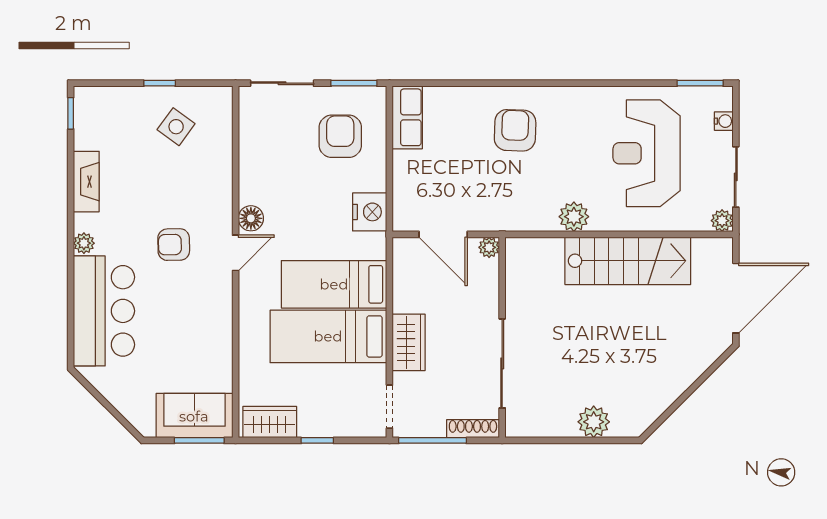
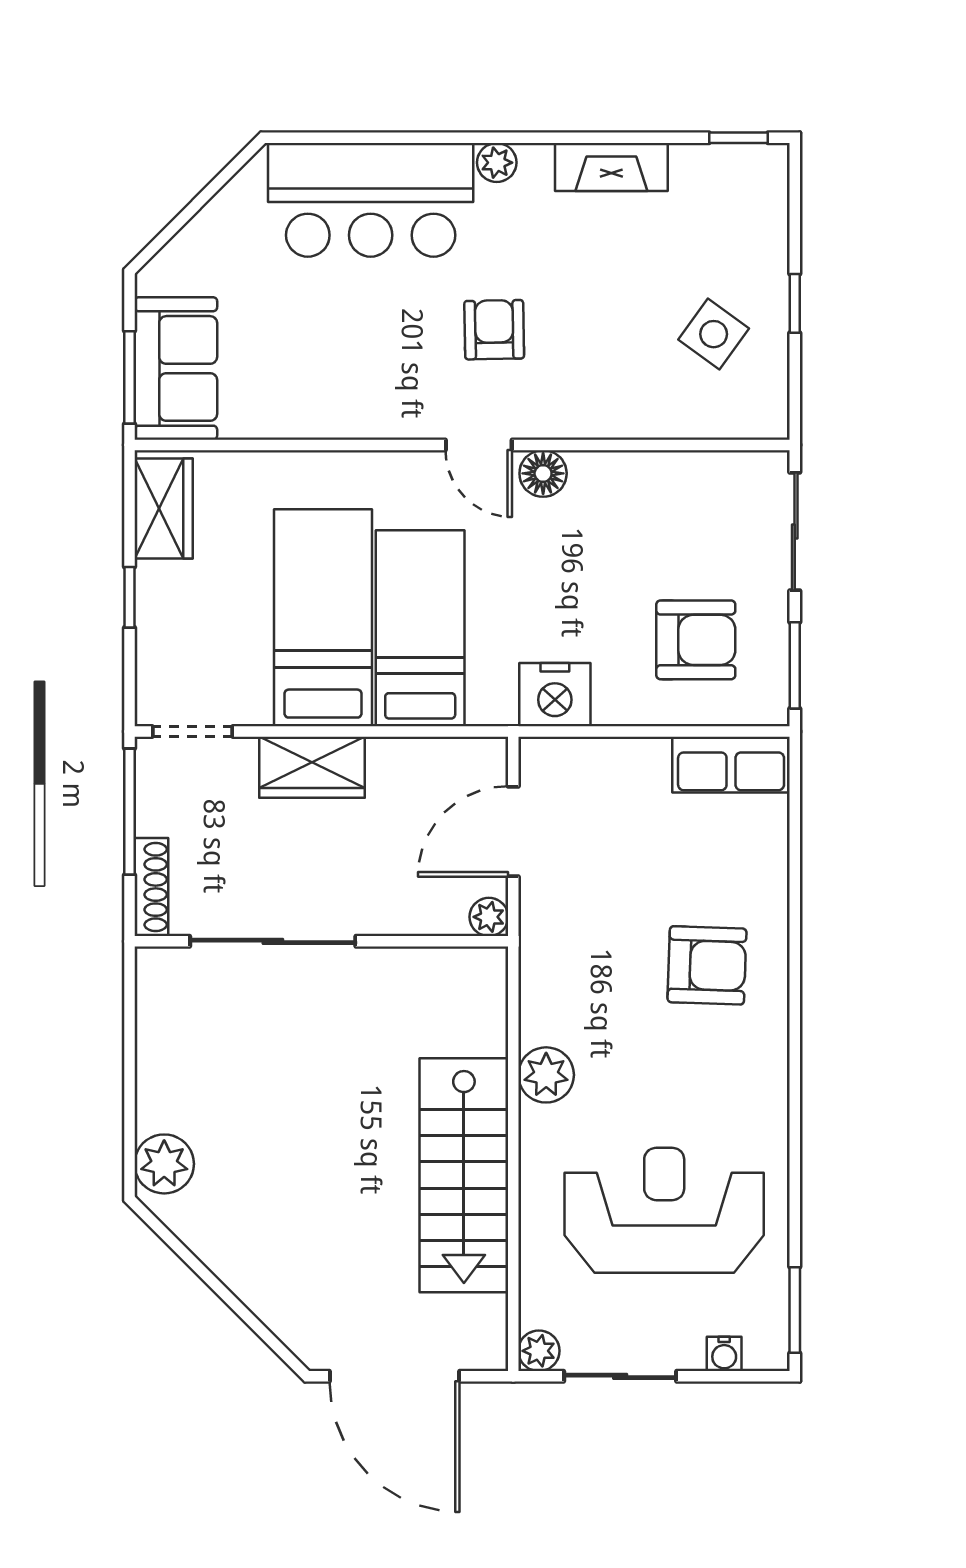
plant: (594, 422) -> (164, 1164), moved

